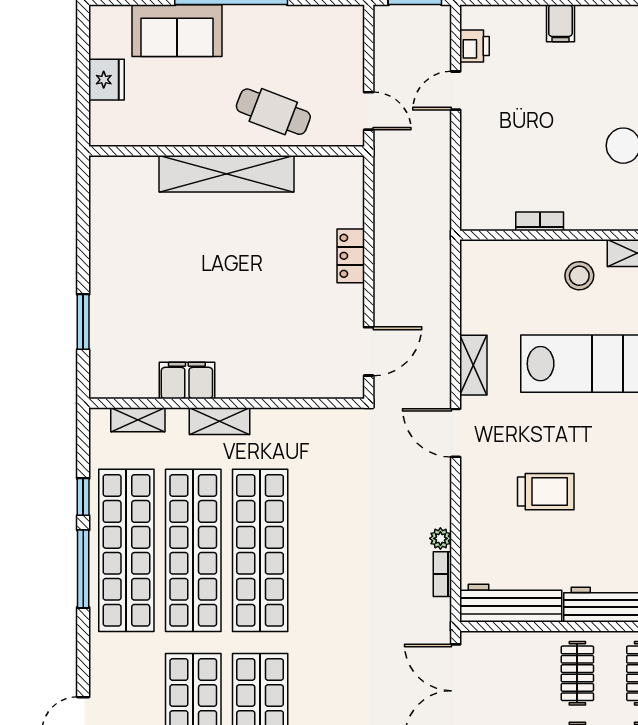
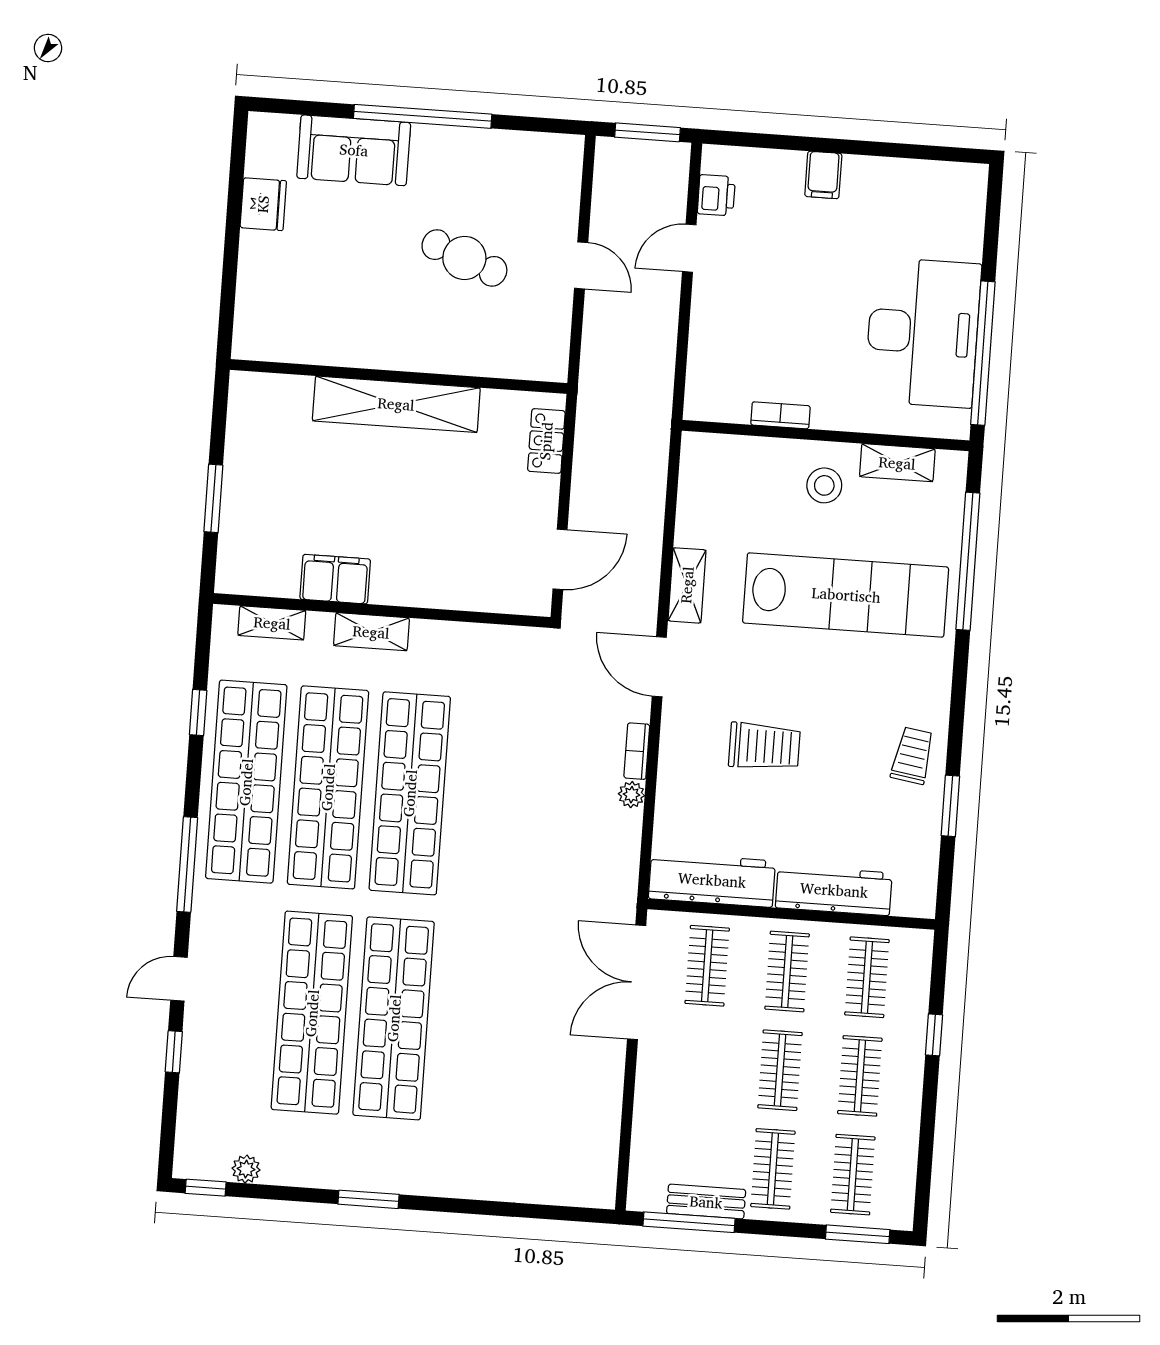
wall: (227, 151) -> (399, 376), moved
shelving: (226, 174) -> (396, 404), moved
window: (83, 569) -> (187, 864), moved
bookcase: (442, 574) -> (637, 751), moved
clothes rail: (512, 673) -> (707, 966), added

